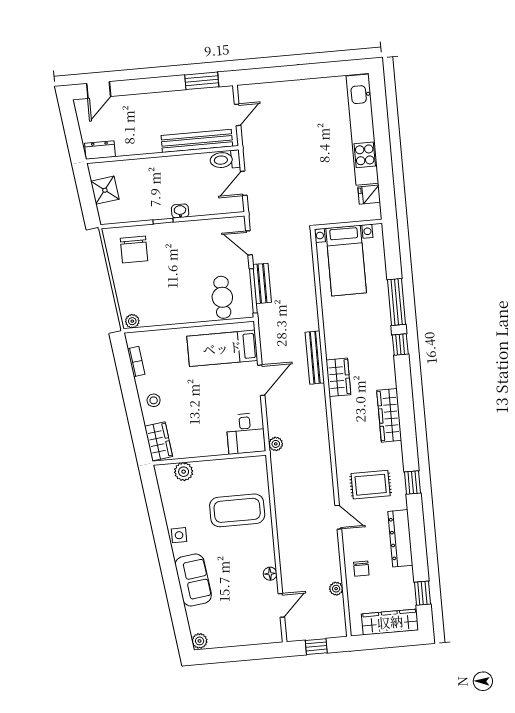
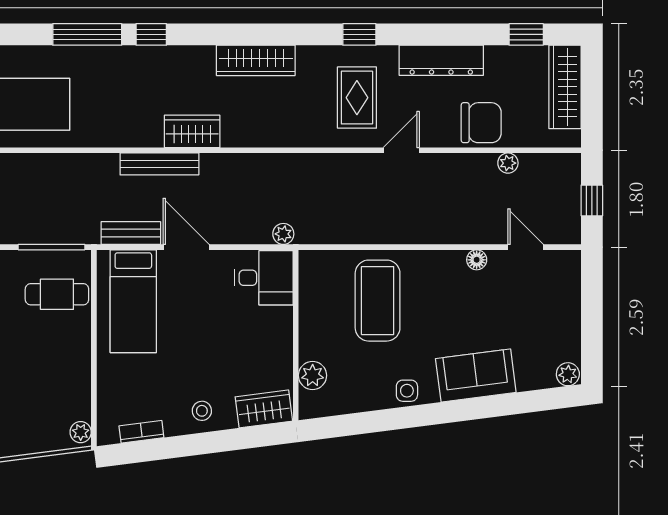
bench: (262, 283) -> (131, 233), moved
chair: (361, 569) -> (481, 123), width x1.87, depth x1.87

